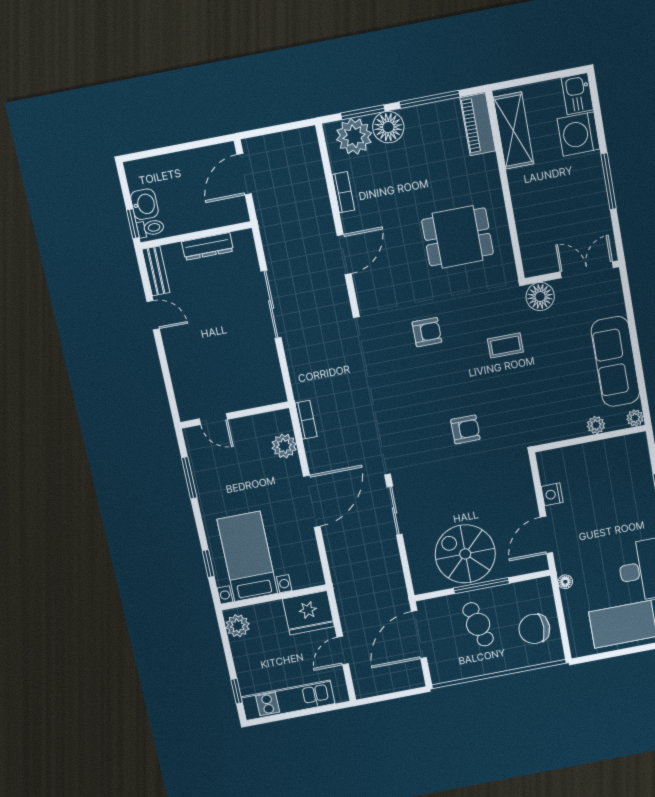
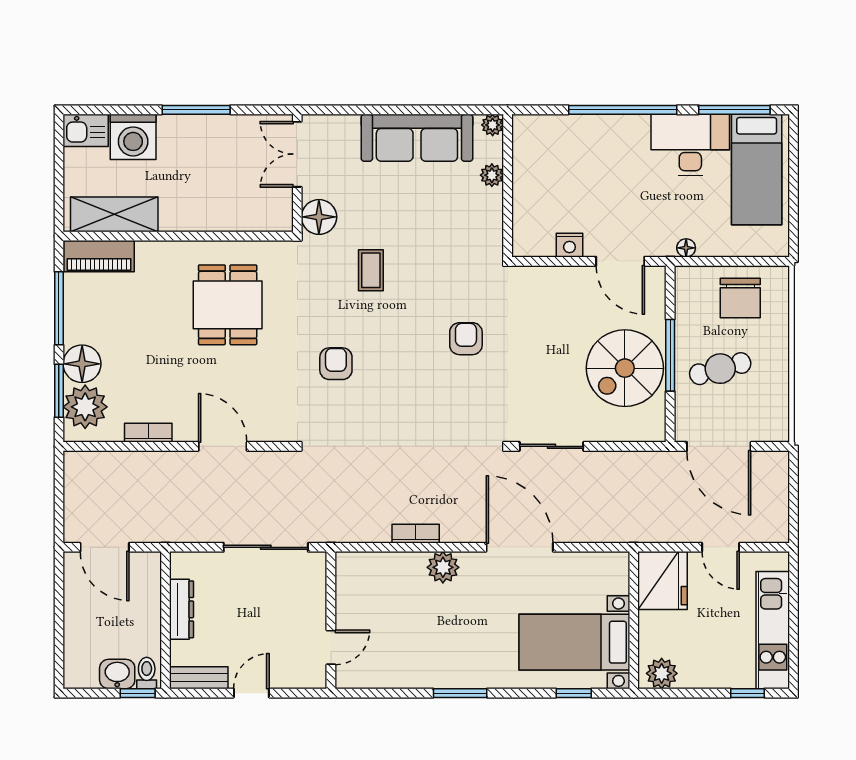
wall: (235, 415) -> (331, 620), moved
door: (213, 419) -> (331, 647), moved

